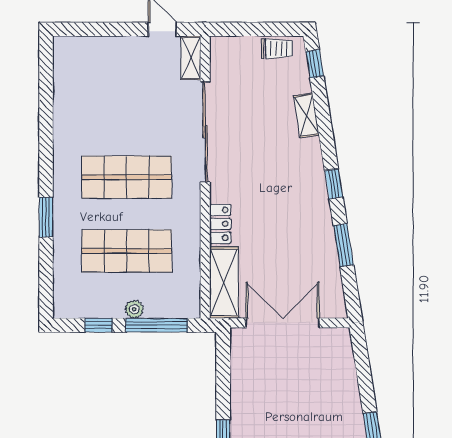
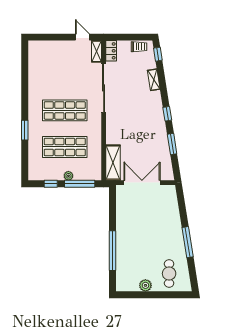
locker: (220, 224) -> (111, 51), moved

